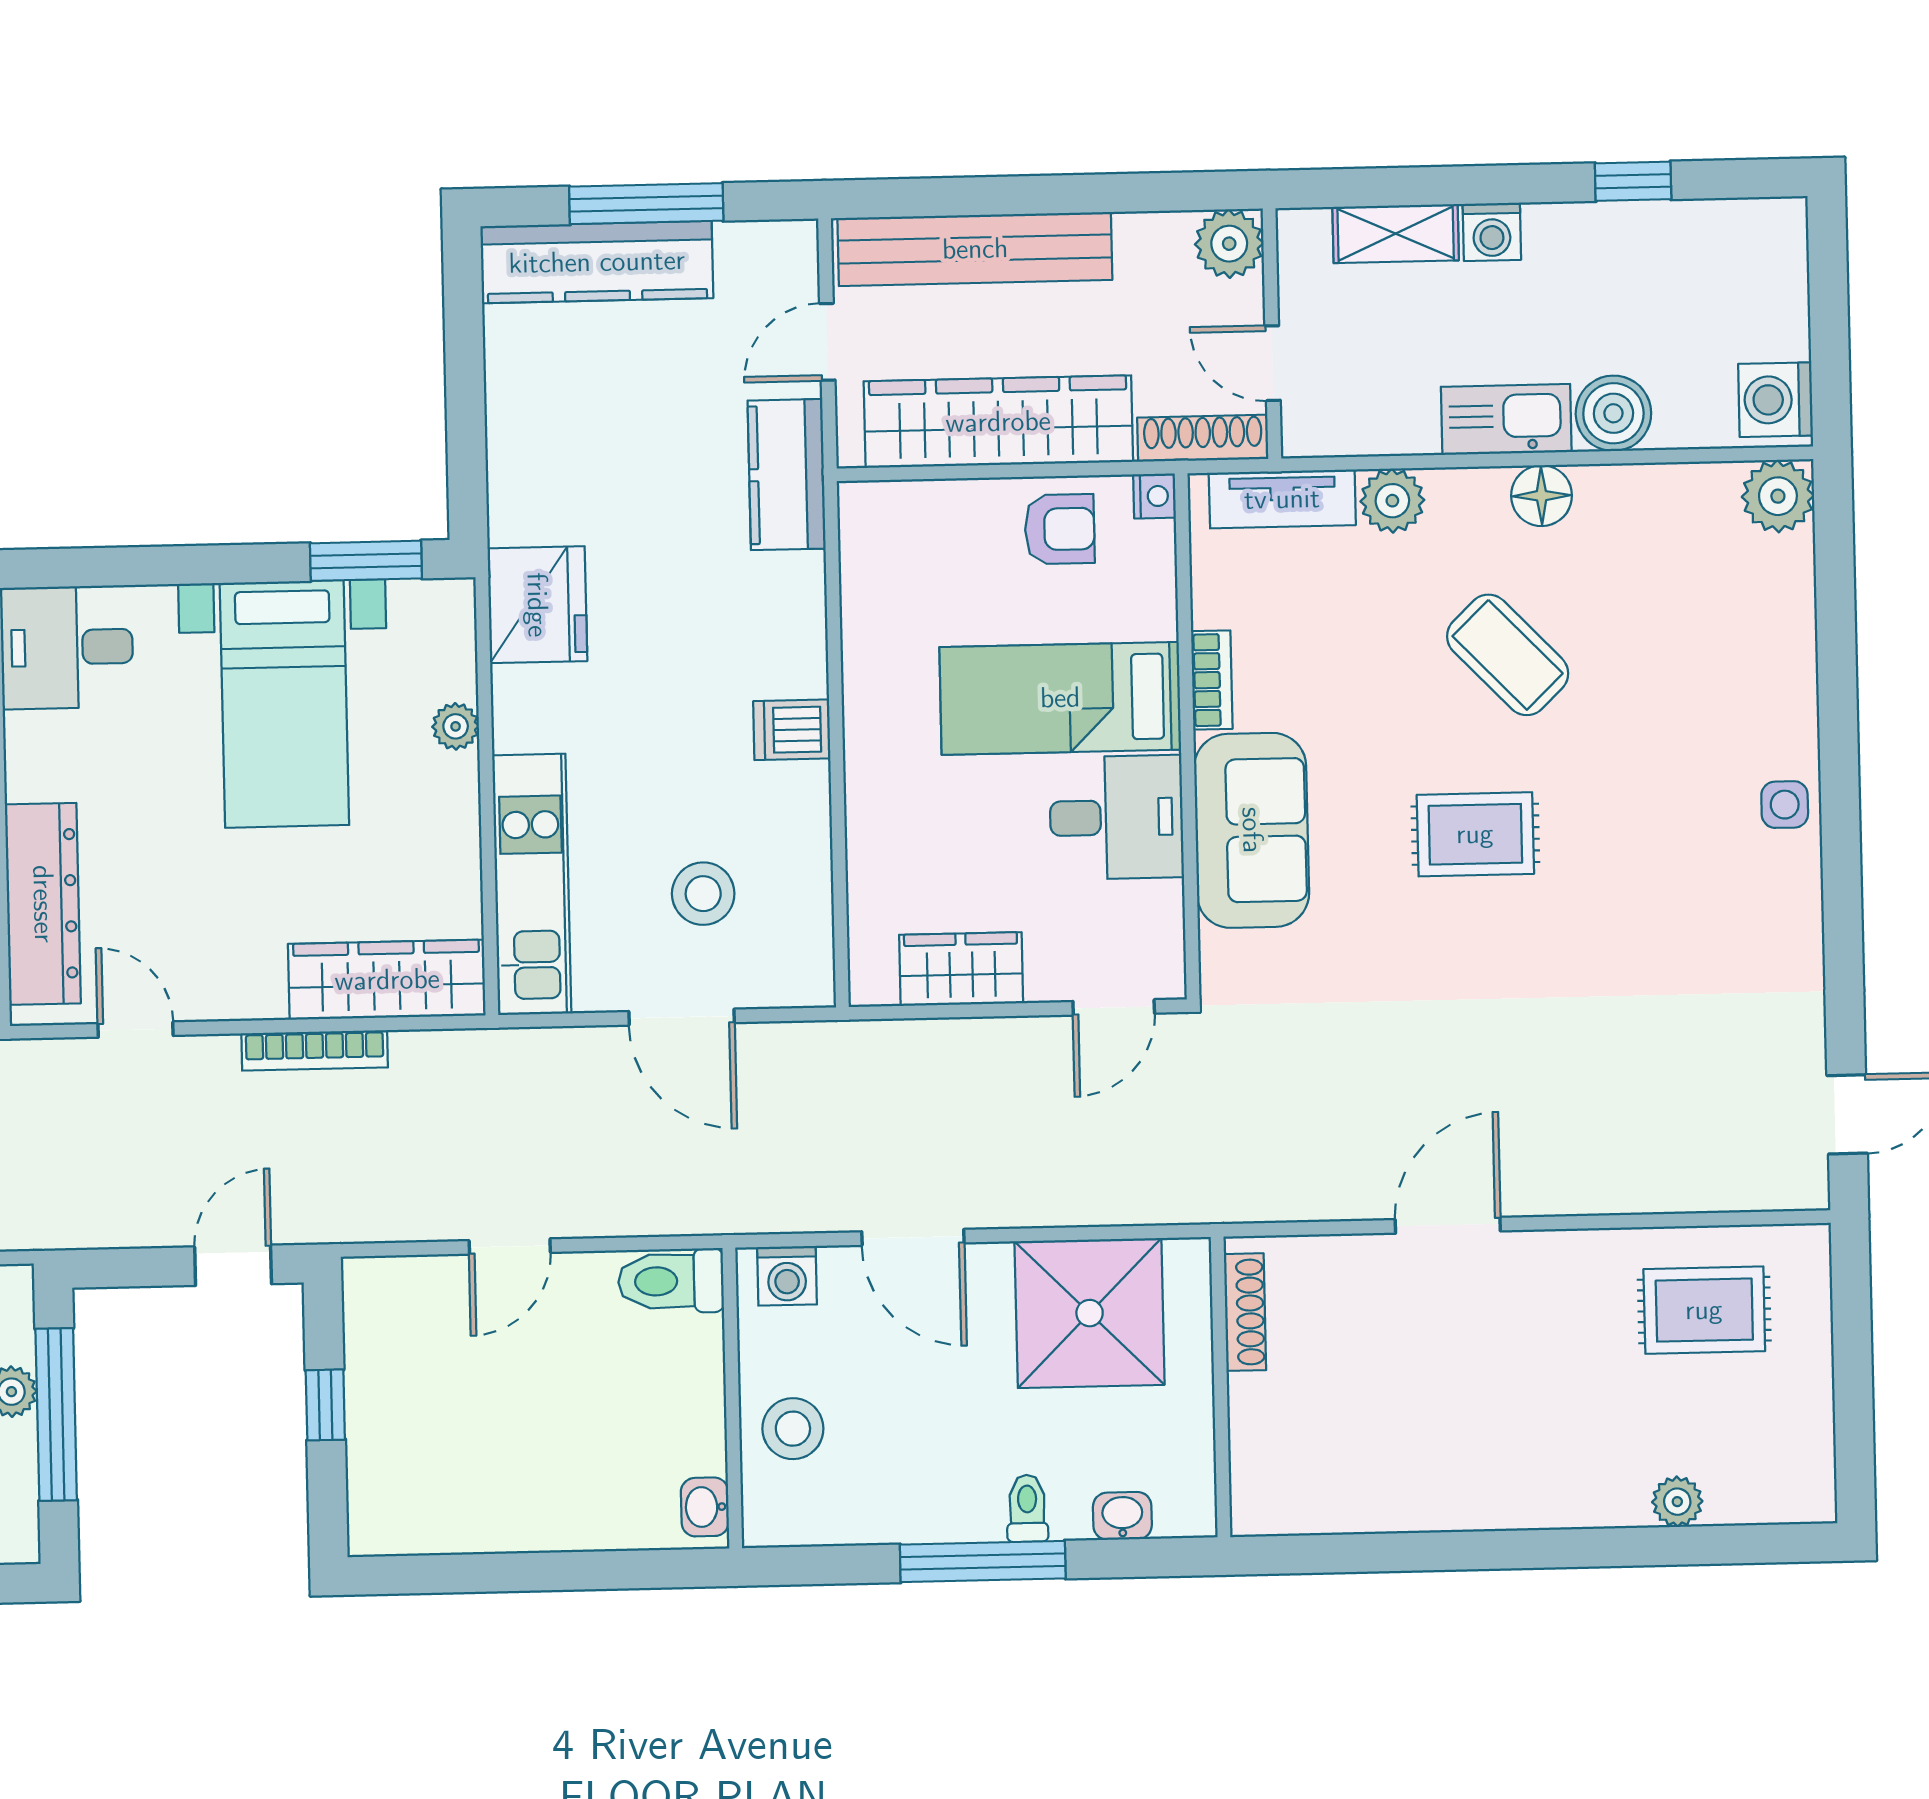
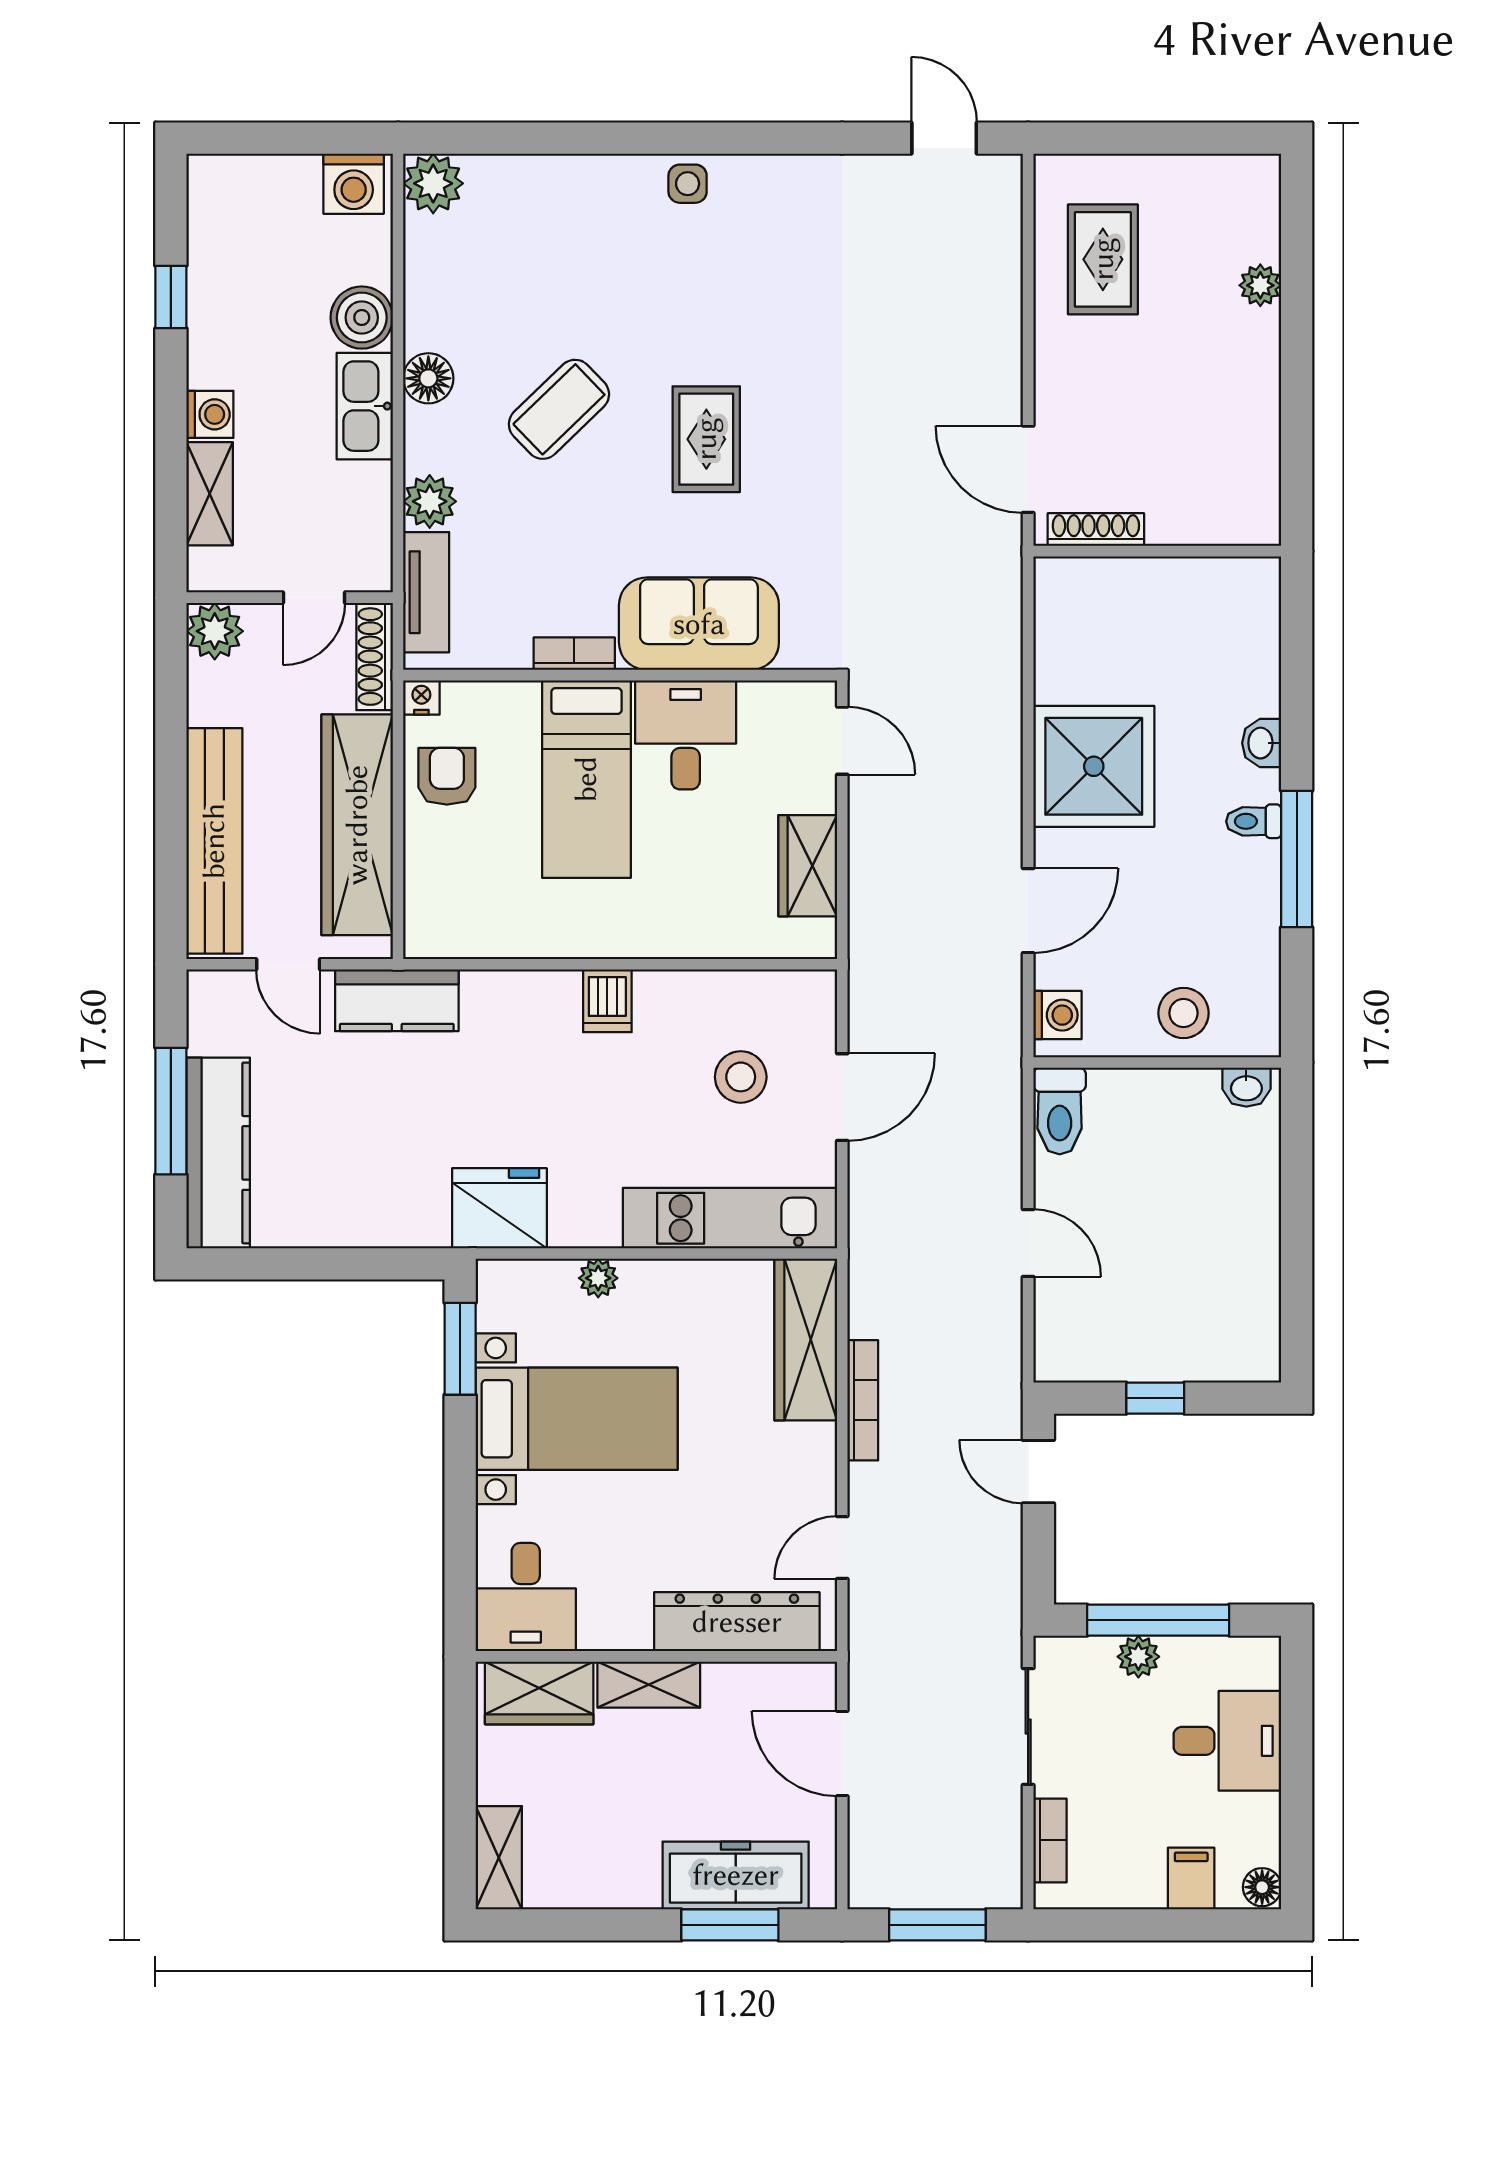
shoe rack: (1245, 1312) -> (1096, 530), moved
wall: (1221, 1387) -> (1157, 551), moved

